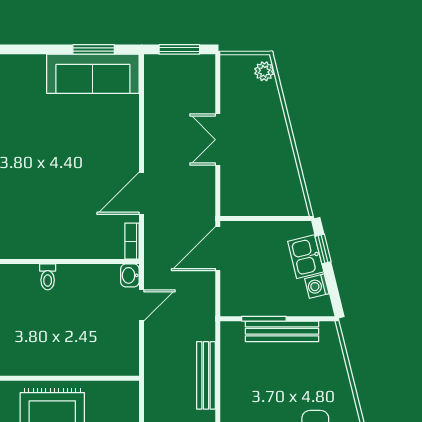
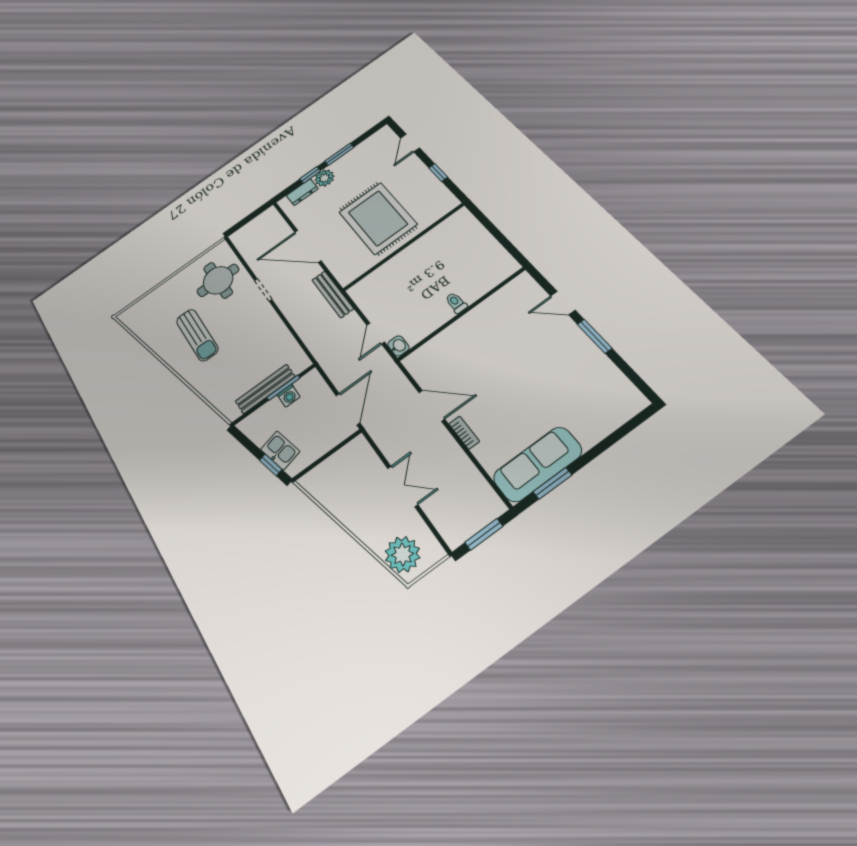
plant: (264, 71) -> (402, 554), width x1.87, depth x1.87
door: (142, 193) -> (432, 406), hinge flipped
bookcase: (132, 241) -> (464, 433), moved
washing machine: (317, 286) -> (289, 396), moved, turned 104
bench: (206, 375) -> (333, 294), moved

